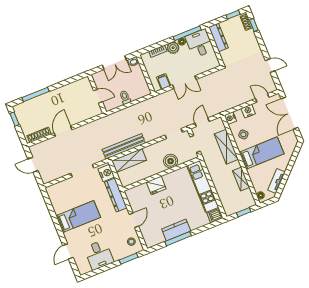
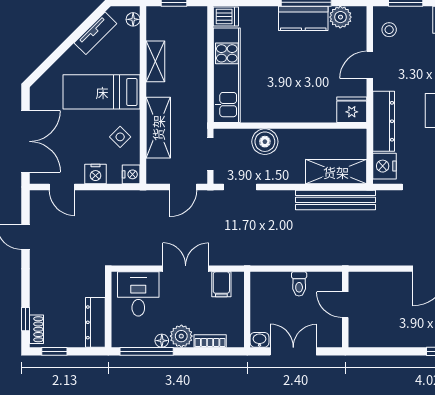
desk: (199, 44) -> (138, 294), moved, turned 180
fridge: (156, 185) -> (352, 110), moved
plant: (158, 238) -> (340, 17), added

